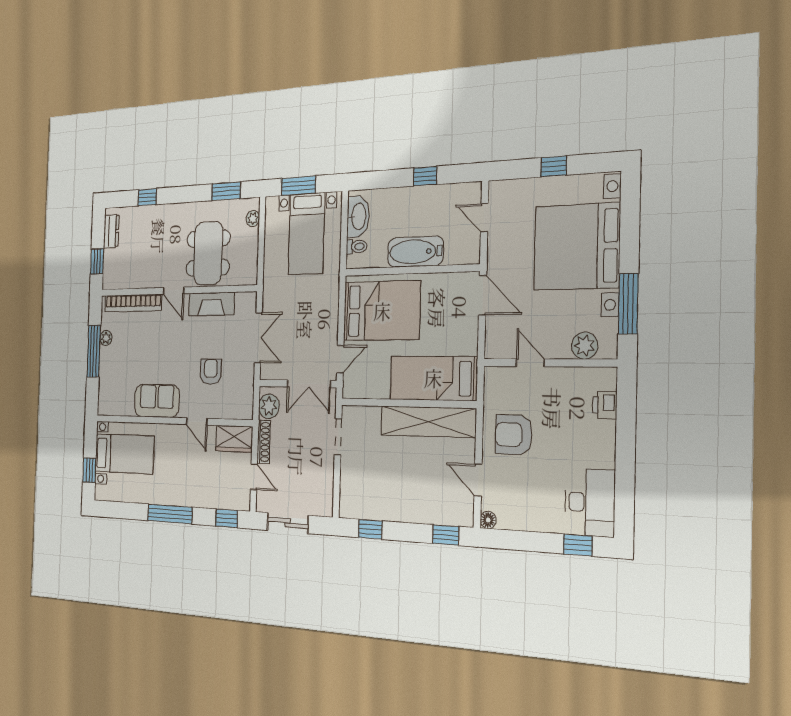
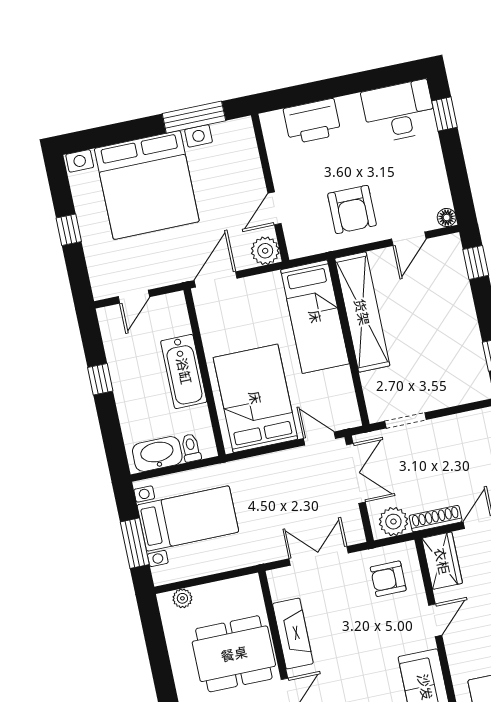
window: (226, 191) -> (156, 646), removed
plant: (585, 346) -> (265, 251), moved
armchair: (211, 372) -> (388, 579), moved
printer: (605, 405) -> (312, 121), width x1.87, depth x1.48

